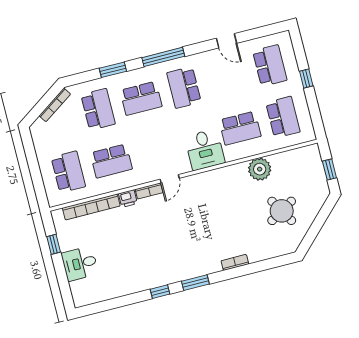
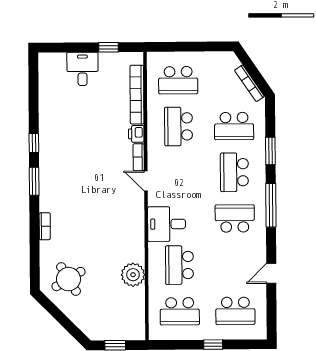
round table: (282, 211) -> (69, 279), moved

